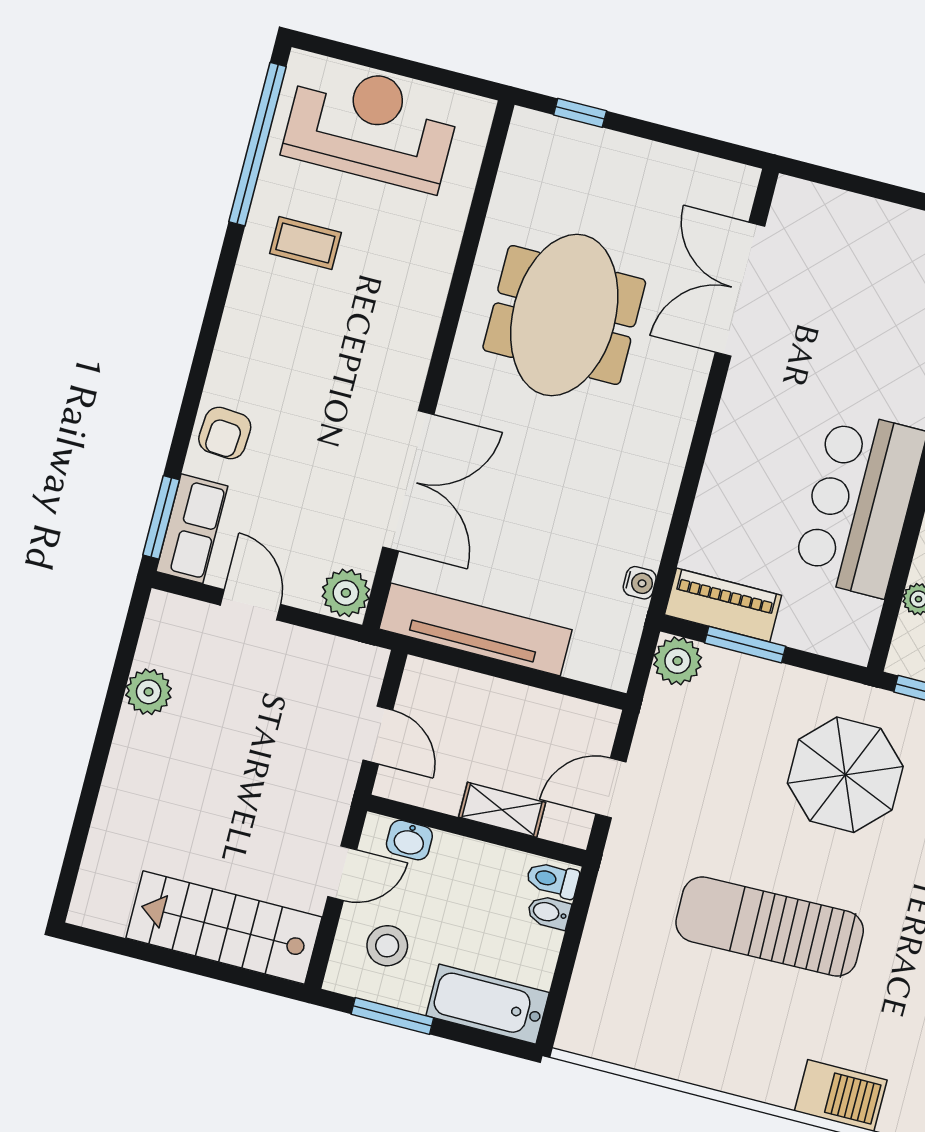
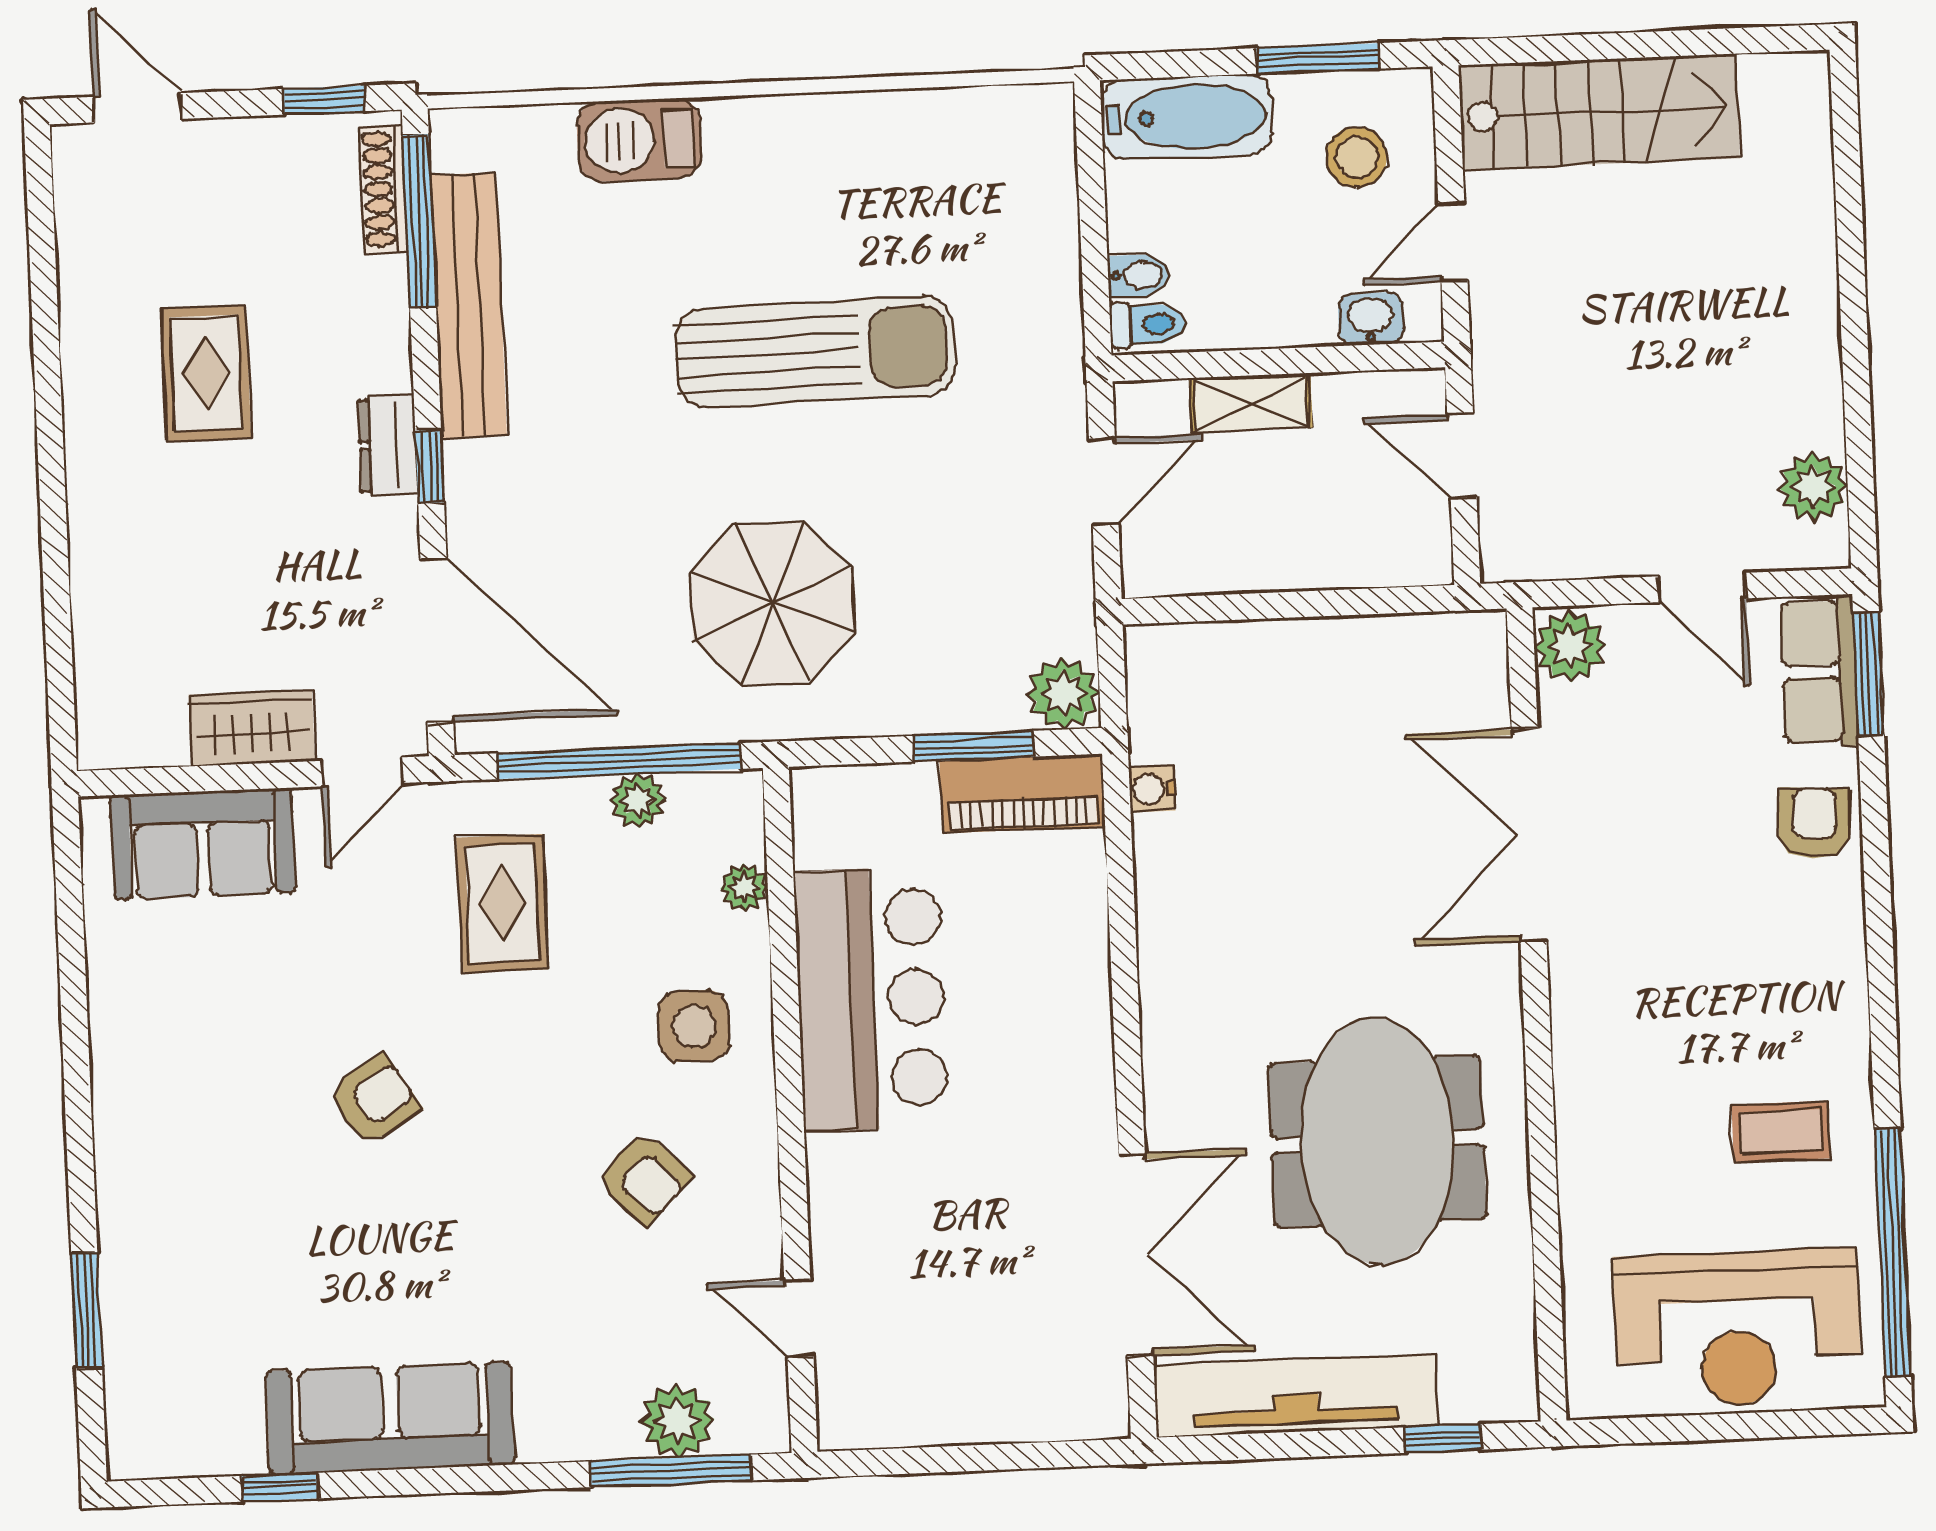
tv unit: (476, 629) -> (1296, 1396), moved, turned 180
plant: (149, 692) -> (1813, 487), moved

